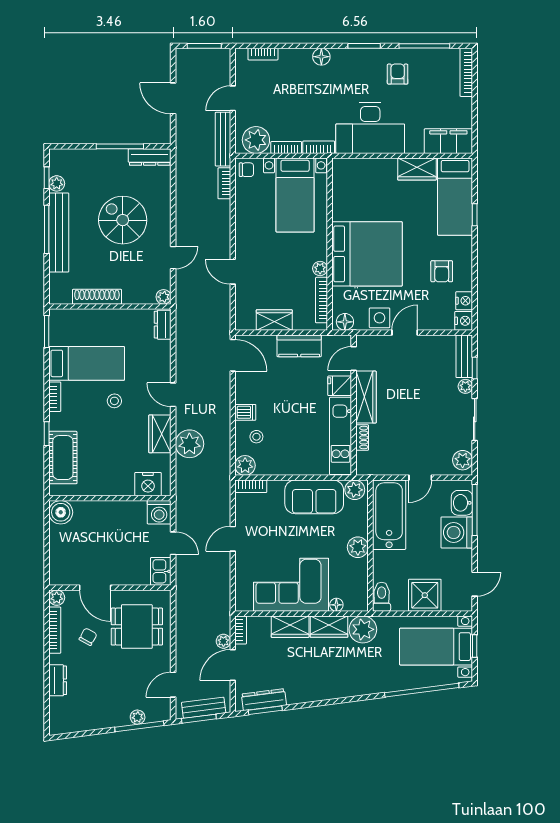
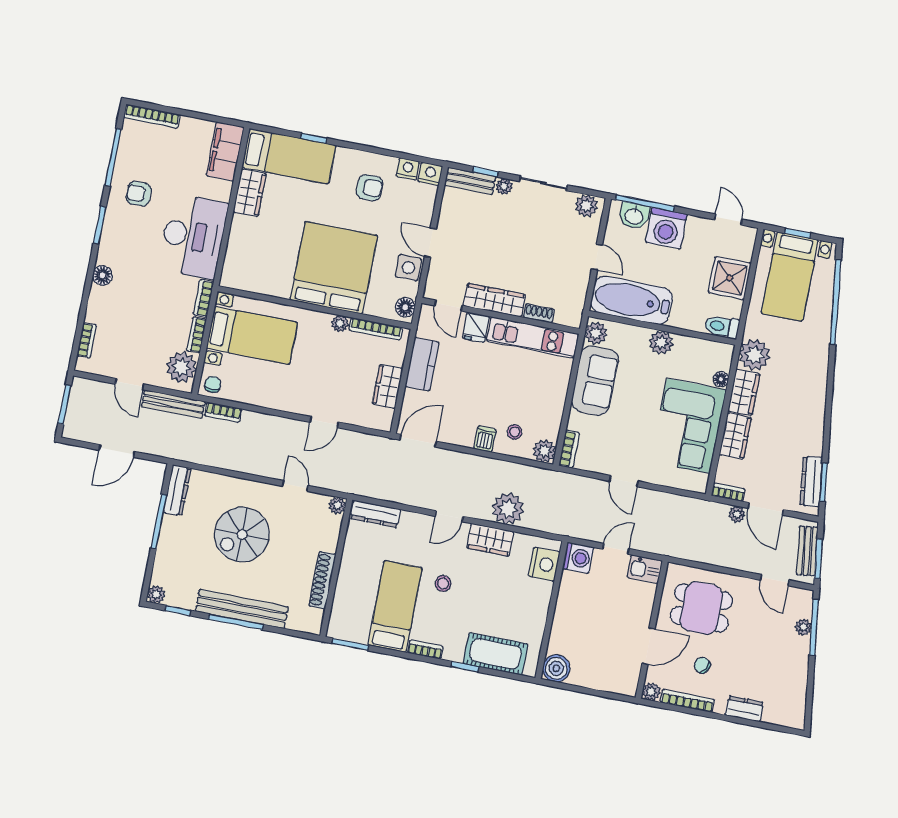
plant: (57, 183) -> (156, 594), moved
dresser: (163, 325) -> (375, 514), width x1.44
dining table: (137, 627) -> (701, 608), turned 90

